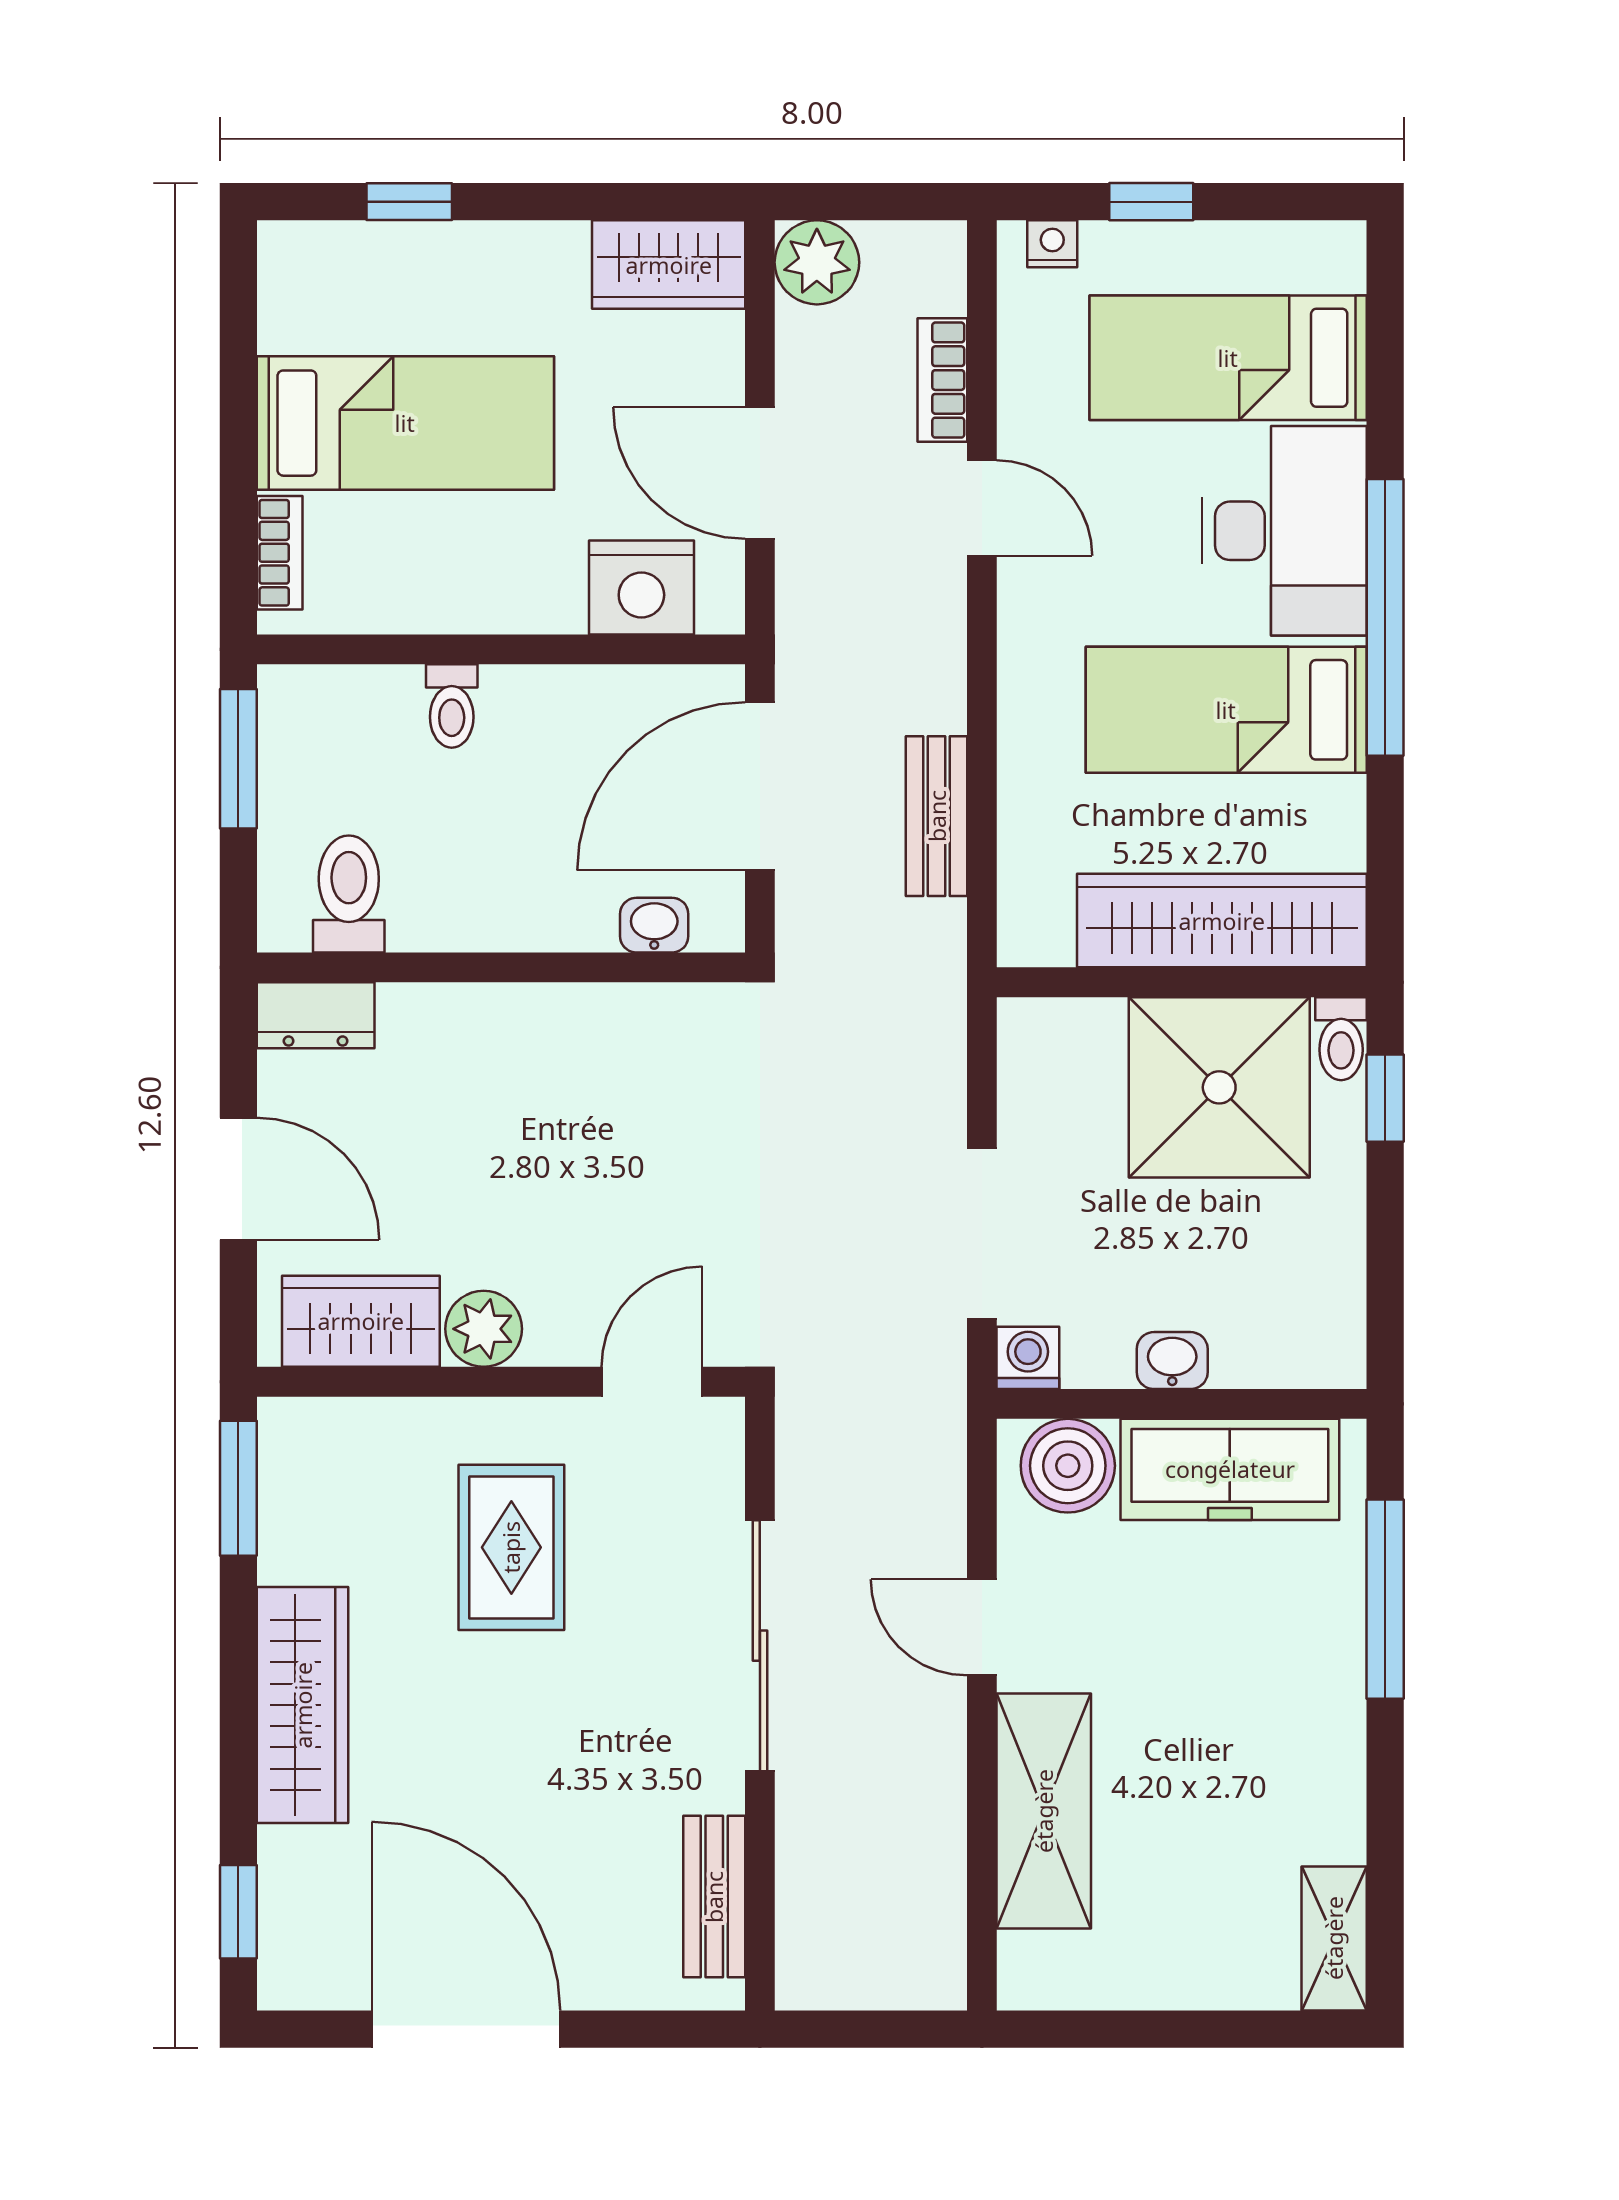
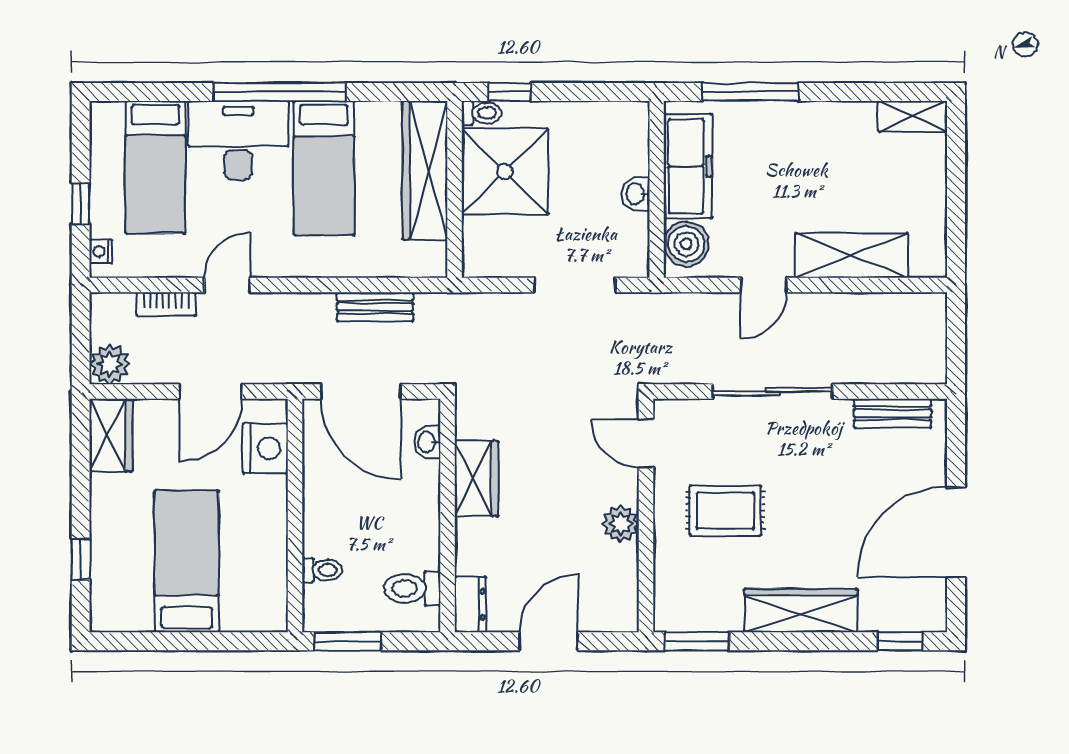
bookcase: (280, 553) -> (249, 622), removed
toilet: (452, 706) -> (322, 570), moved
wardrobe: (361, 1321) -> (476, 478), moved, turned 180
washing machine: (1028, 1358) -> (635, 263), removed

